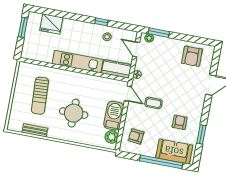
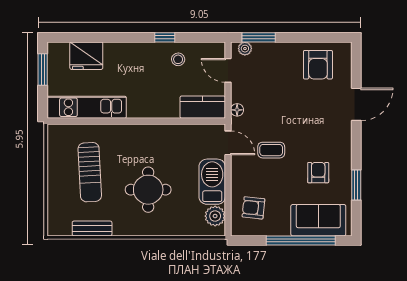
kitchen unit: (78, 62) -> (87, 107), moved

